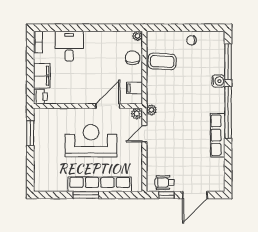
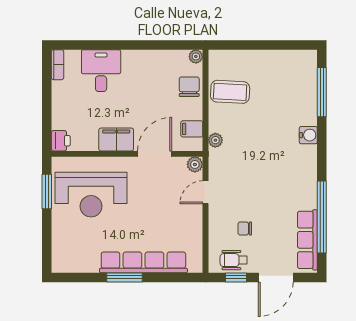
chair: (192, 40) -> (245, 228), moved
filing cabinet: (42, 76) -> (116, 140), moved, turned -90
water cooler: (218, 81) -> (308, 135), moved
plant: (152, 110) -> (215, 140), moved
window: (228, 112) -> (322, 217), moved
row of seats: (218, 135) -> (307, 240), moved
reception desk: (91, 141) -> (91, 195), moved, turned 180

